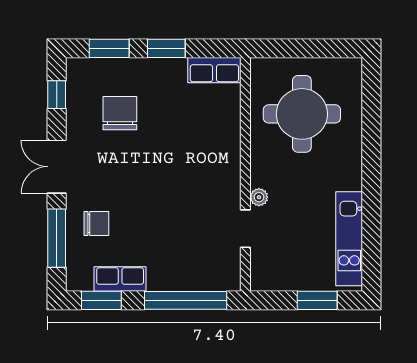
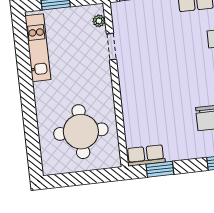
window: (166, 48) -> (160, 169), moved
plant: (259, 197) -> (99, 21), moved

